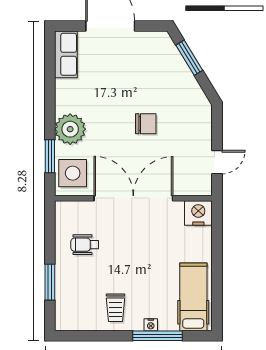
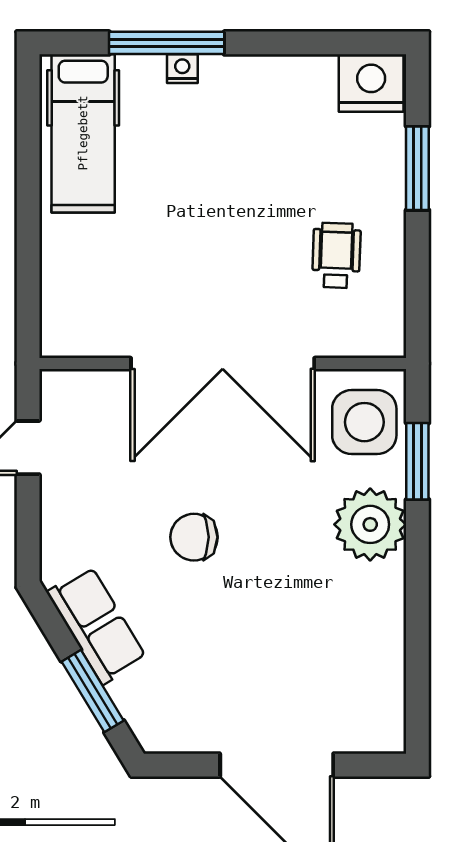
row of seats: (66, 54) -> (97, 625), moved, turned 149
nightstand: (198, 213) -> (371, 83), moved, turned 180
wheelchair: (85, 245) -> (336, 255), turned -88
trolley: (116, 308) -> (264, 108), removed

